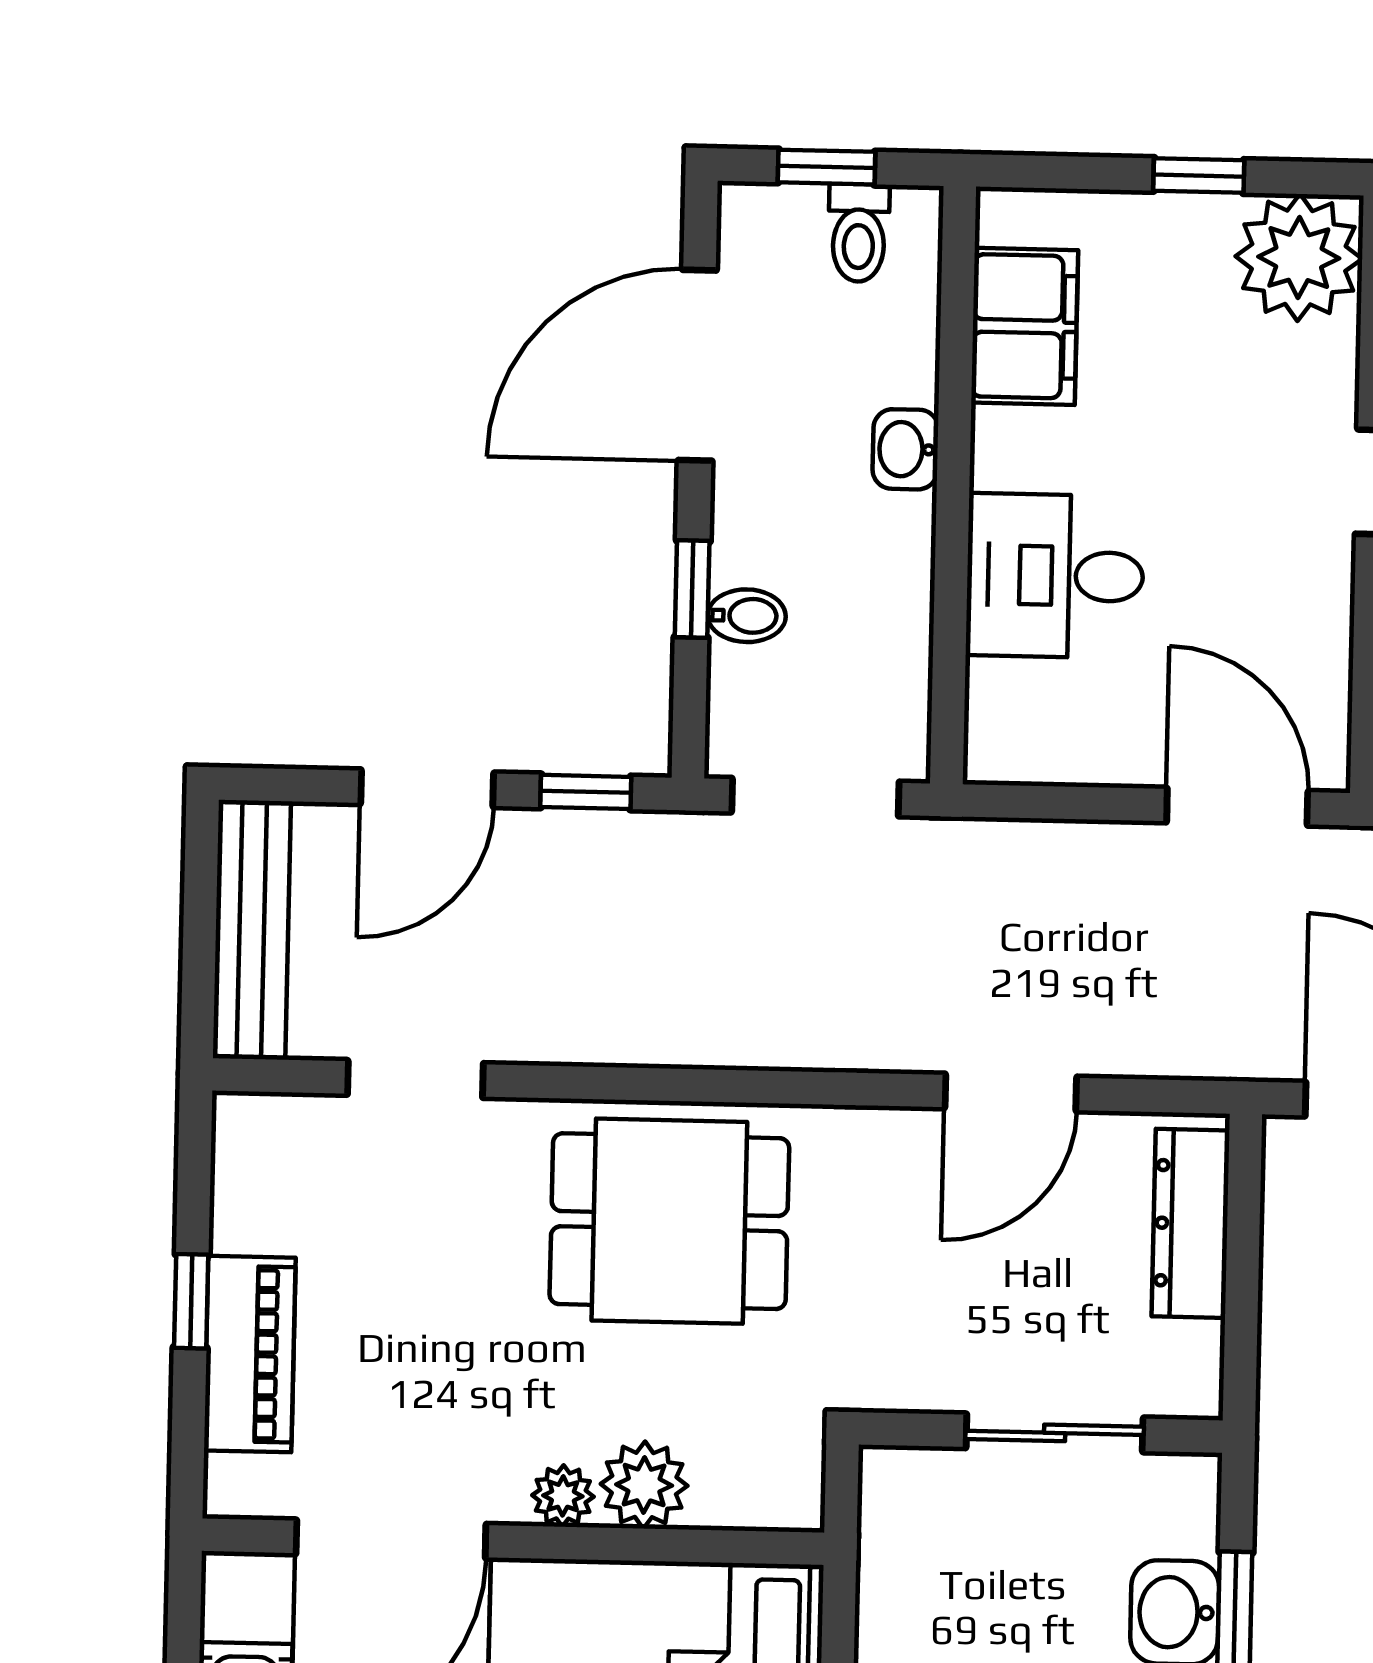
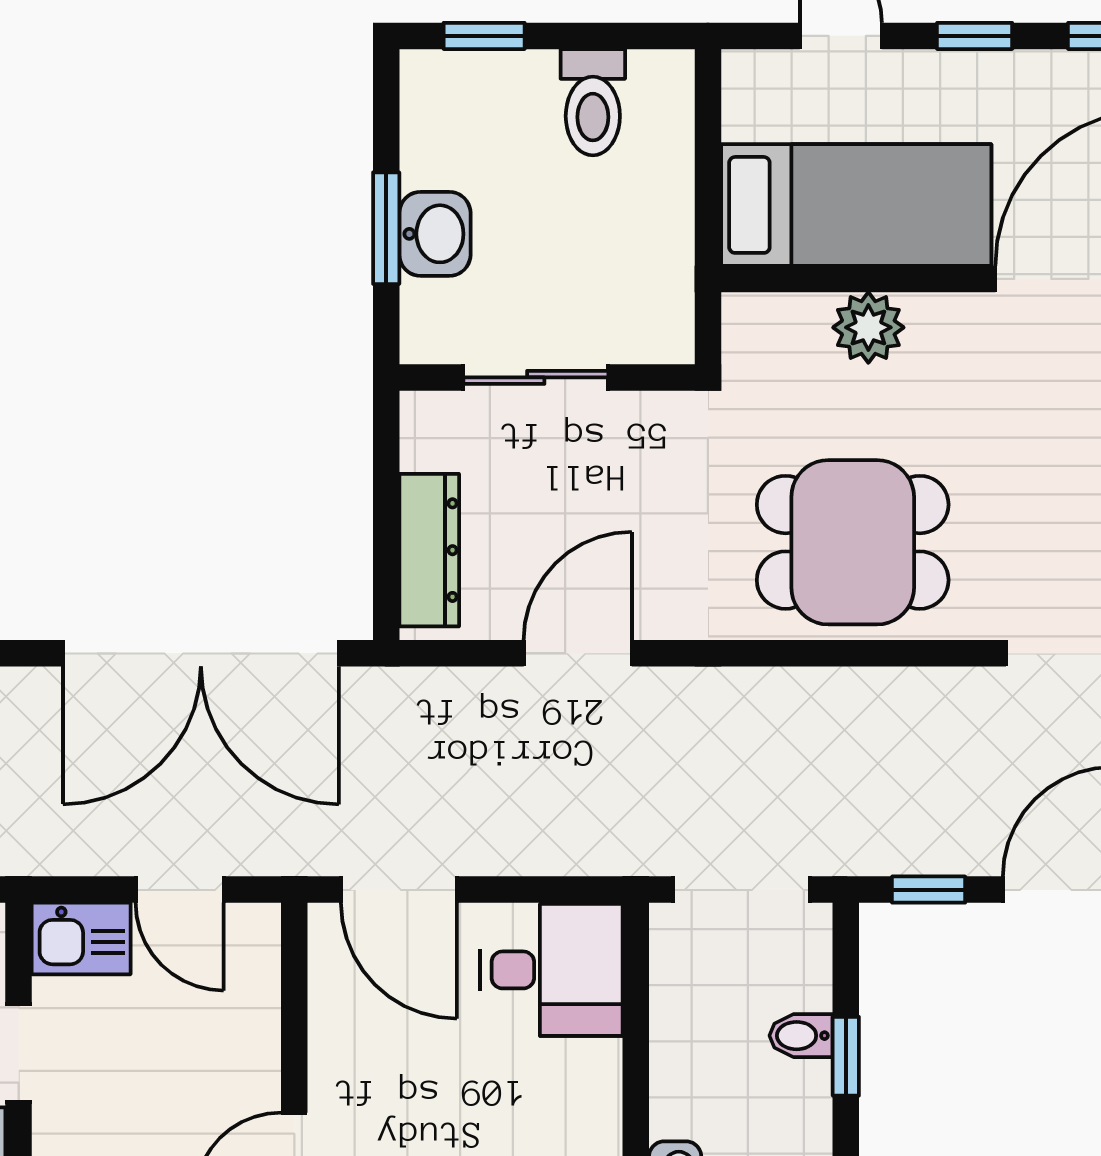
desk: (1055, 576) -> (551, 970), moved
plant: (563, 1496) -> (934, 317), removed

